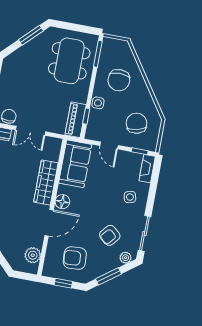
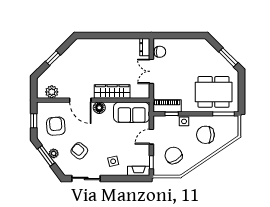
chair: (136, 123) -> (174, 155), turned -106
plant: (125, 258) -> (54, 153), moved

